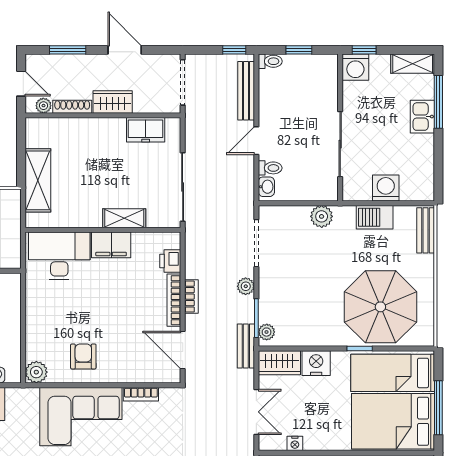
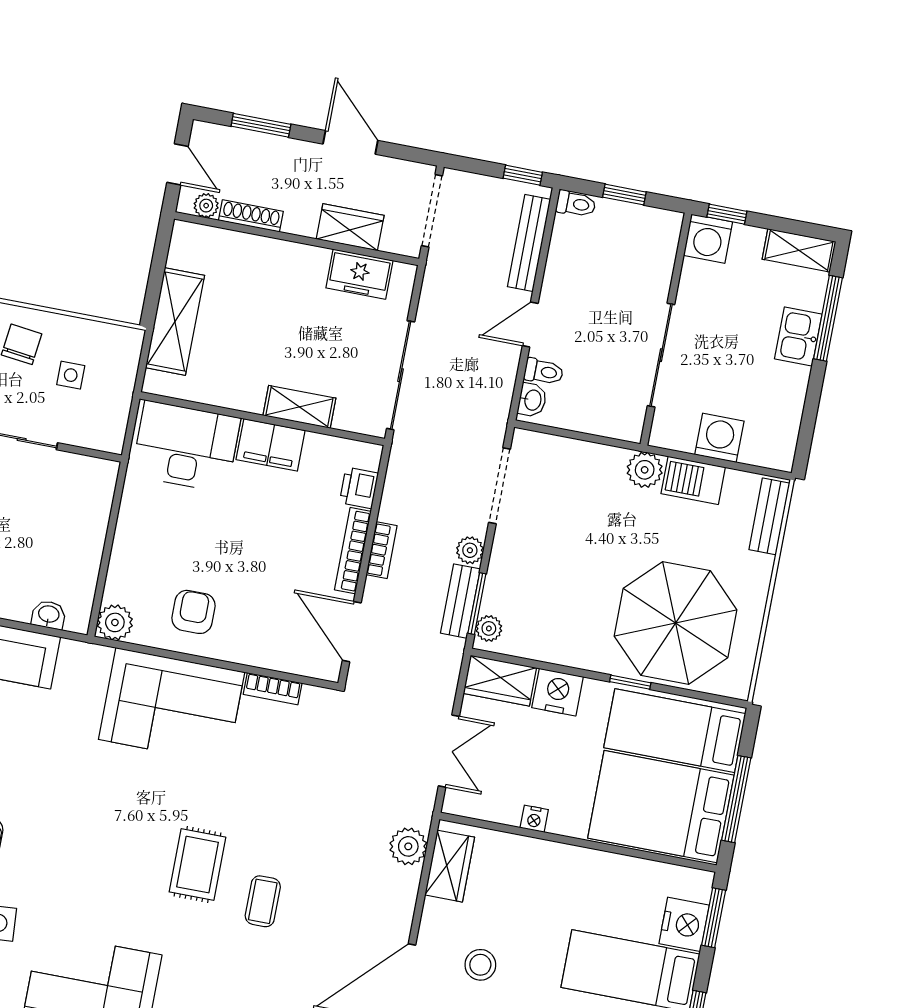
wardrobe: (113, 102) -> (350, 227), moved
plant: (322, 216) -> (645, 470), moved
bench: (246, 346) -> (460, 601), moved
nightstand: (295, 443) -> (534, 819), moved

